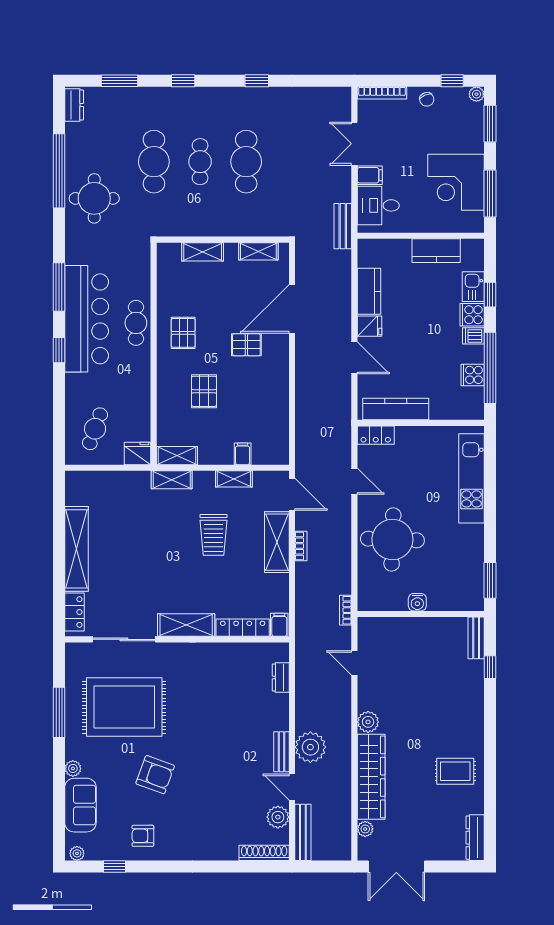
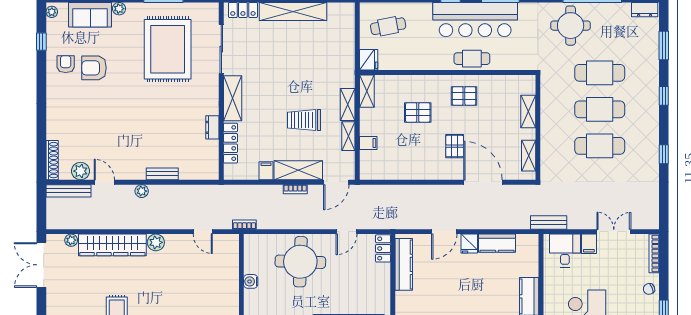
cafe table: (200, 162) -> (600, 109), width x1.37, depth x1.35
cafe table: (95, 429) -> (388, 26), turned -31
shelving: (172, 480) -> (348, 104), moved
filing cabinet: (279, 625) -> (266, 171), moved, turned -90
door: (354, 663) -> (203, 232), swing flipped
dresser: (281, 677) -> (212, 127), moved, turned -90
plant: (310, 747) -> (142, 191), width x0.53, depth x0.53
bench: (281, 752) -> (162, 174), moved
armchair: (155, 775) -> (94, 68), moved, turned 70
door: (292, 787) -> (104, 182), hinge flipped

